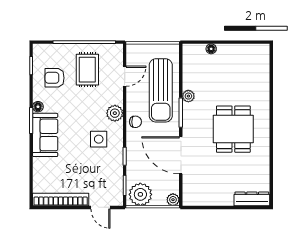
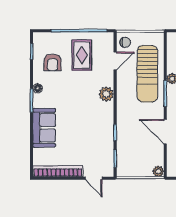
armchair: (55, 78) -> (53, 62), turned -89
chair: (135, 122) -> (125, 42), moved
sofa: (45, 135) -> (44, 128), moved
side table: (99, 139) -> (92, 117), removed
door: (181, 155) -> (165, 132), width x0.73
plant: (140, 194) -> (129, 167), removed

